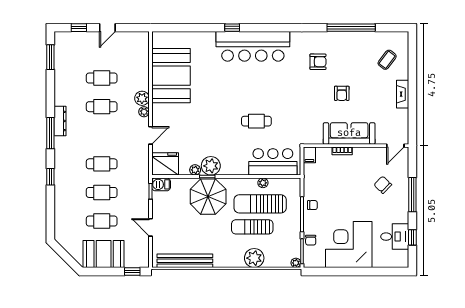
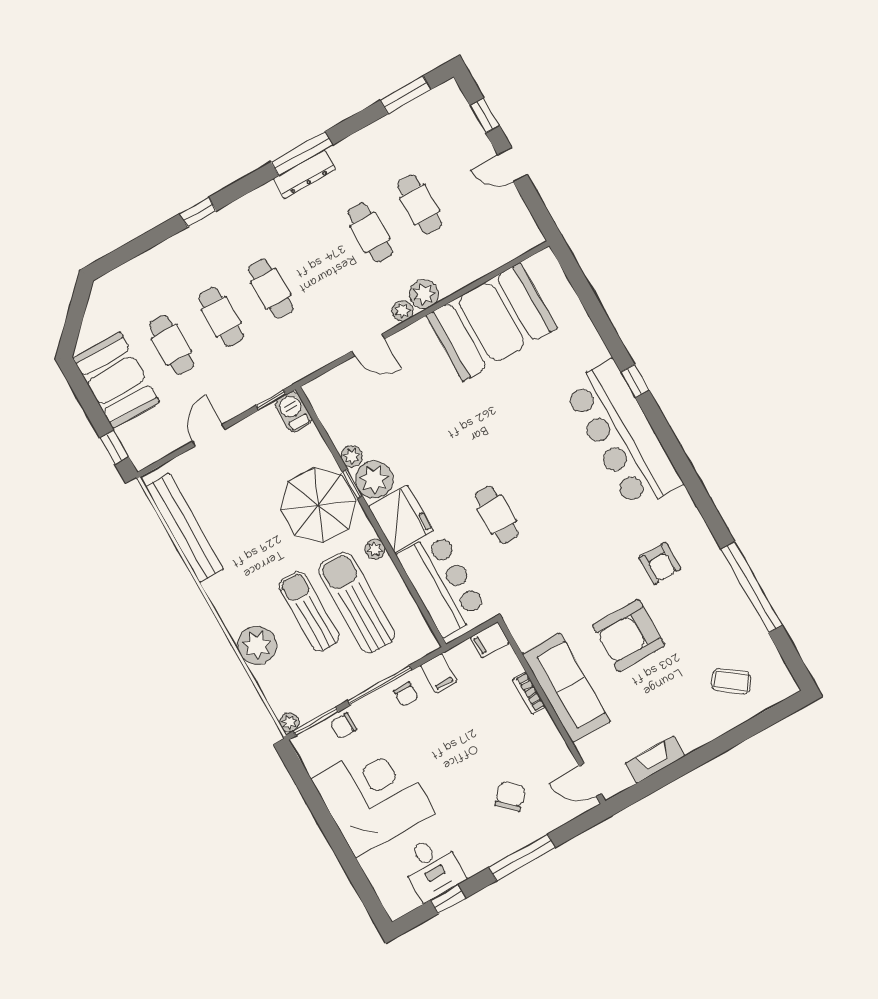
armchair: (342, 93) -> (629, 635), width x1.88, depth x1.88
fireplace: (403, 94) -> (655, 760), moved
window: (50, 133) -> (302, 154), moved
fridge: (165, 164) -> (401, 519), moved
plant: (263, 183) -> (375, 549), moved
filing cabinet: (311, 186) -> (439, 673), added

